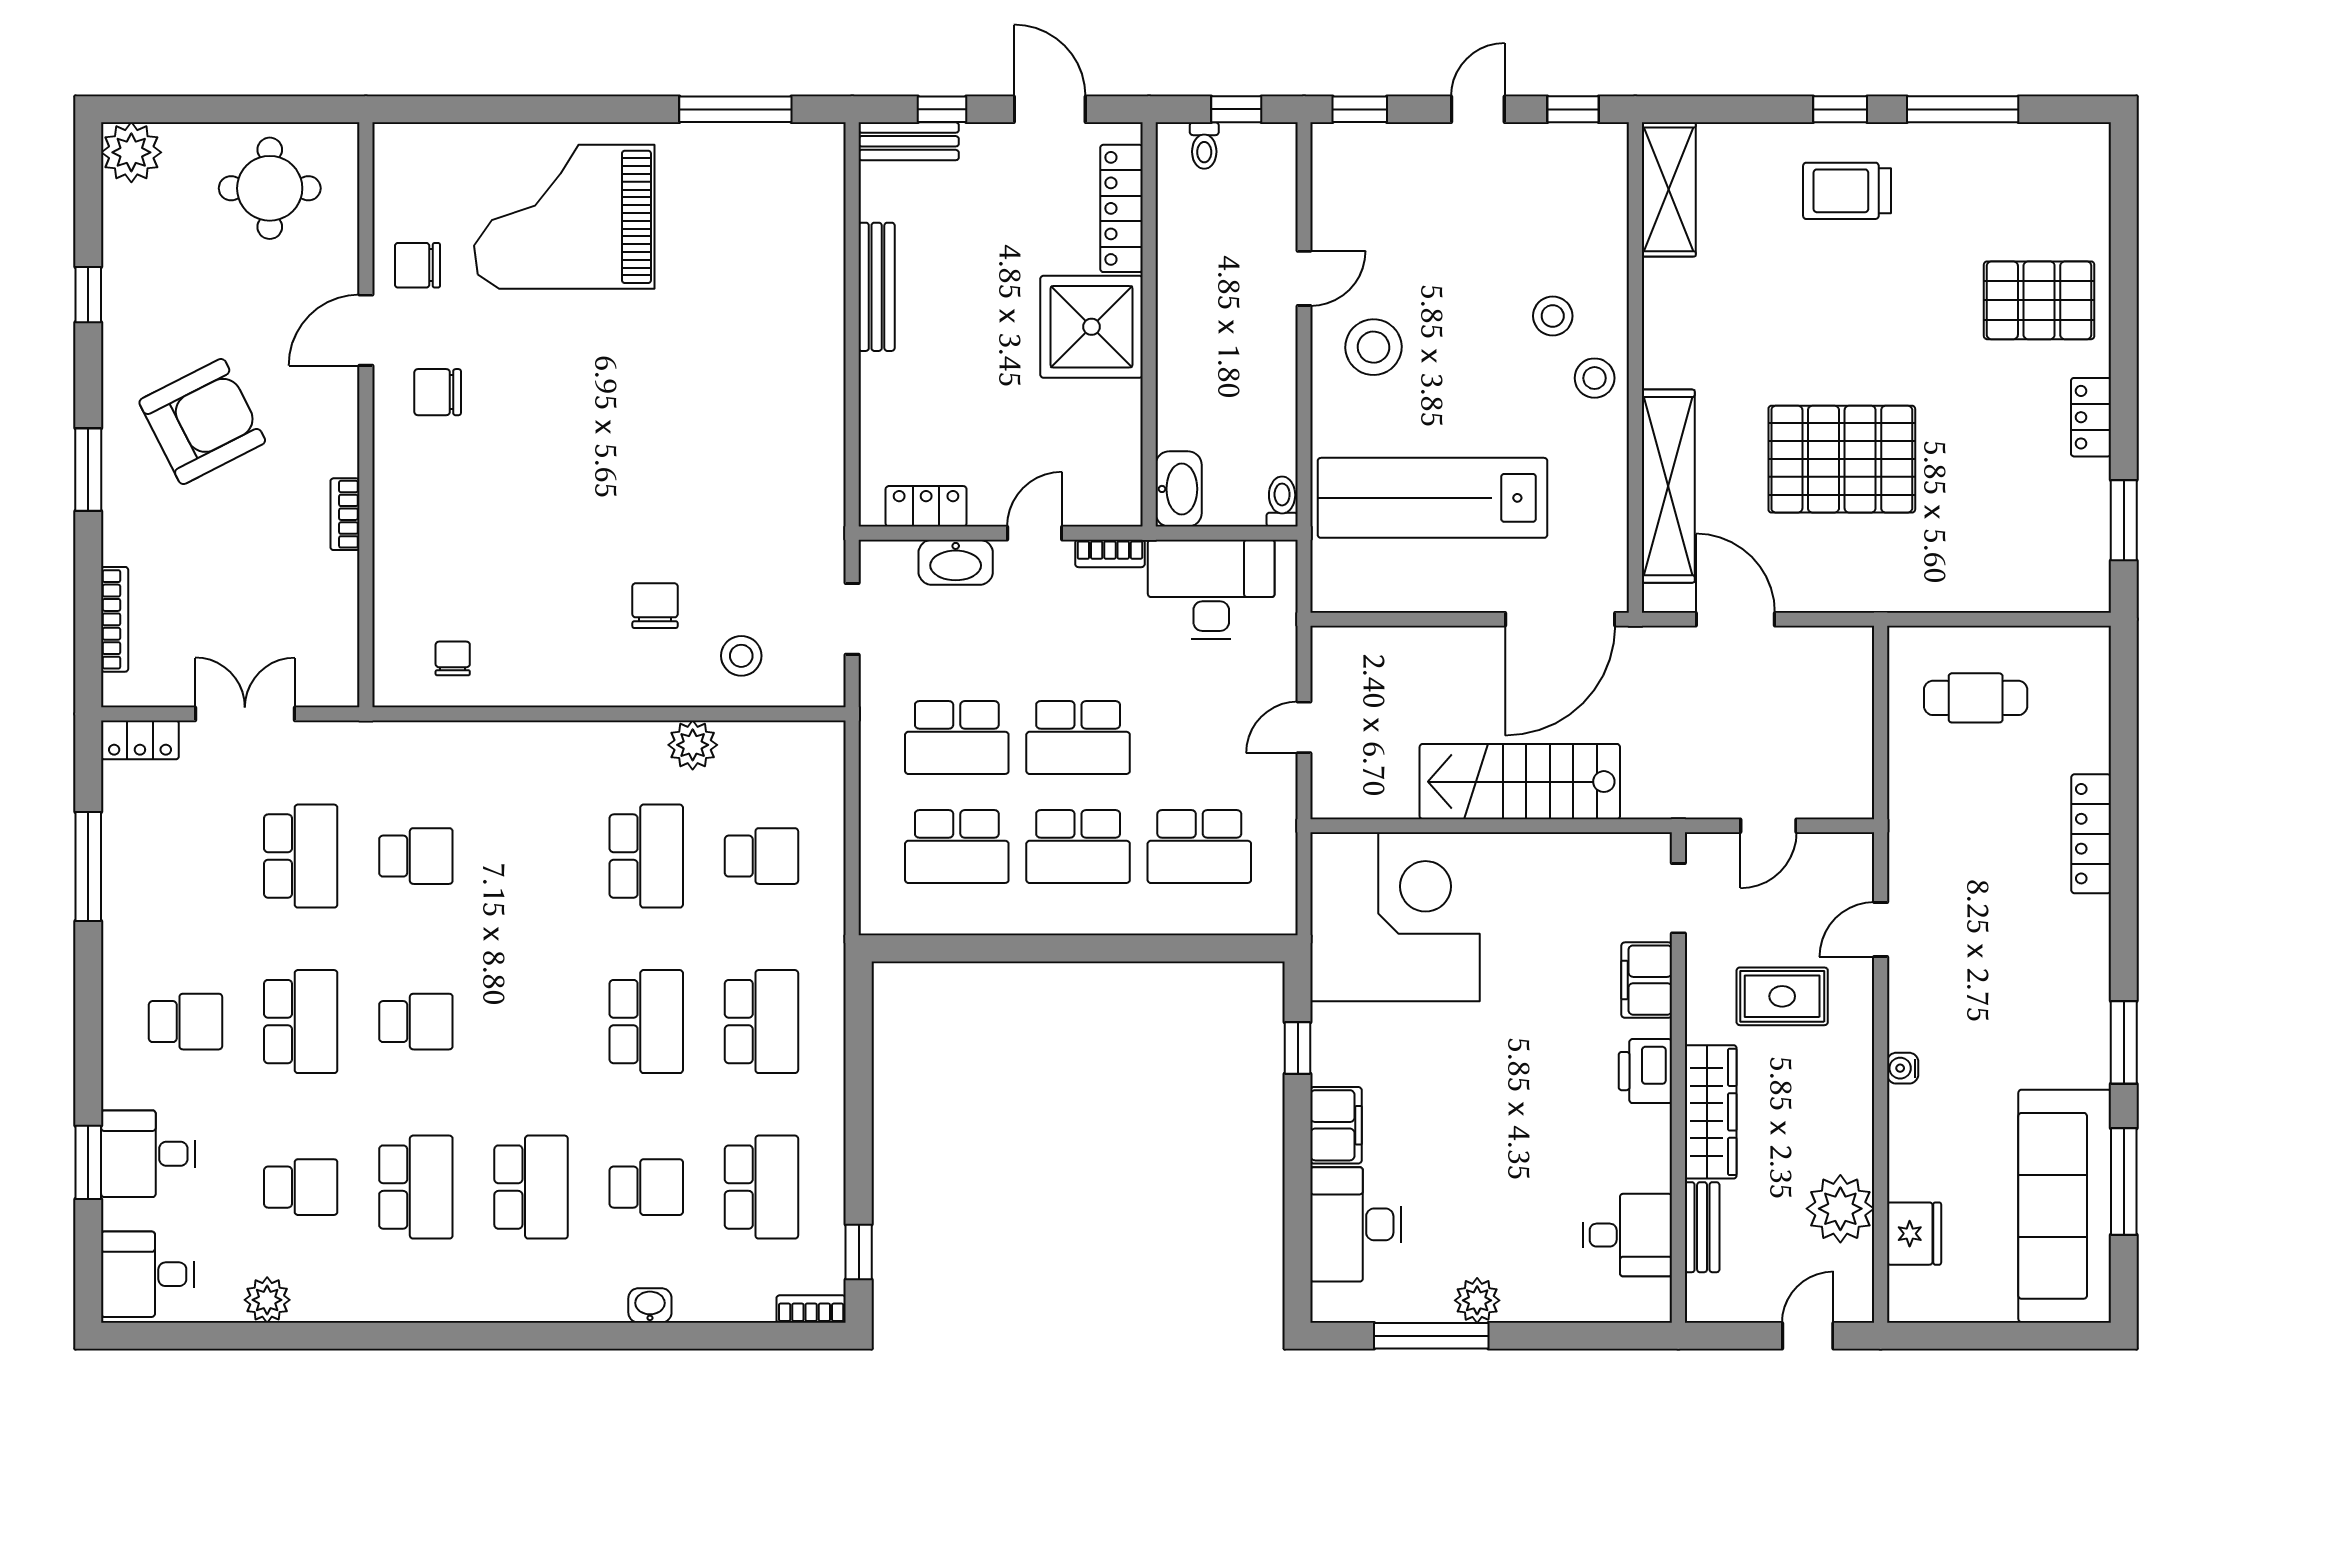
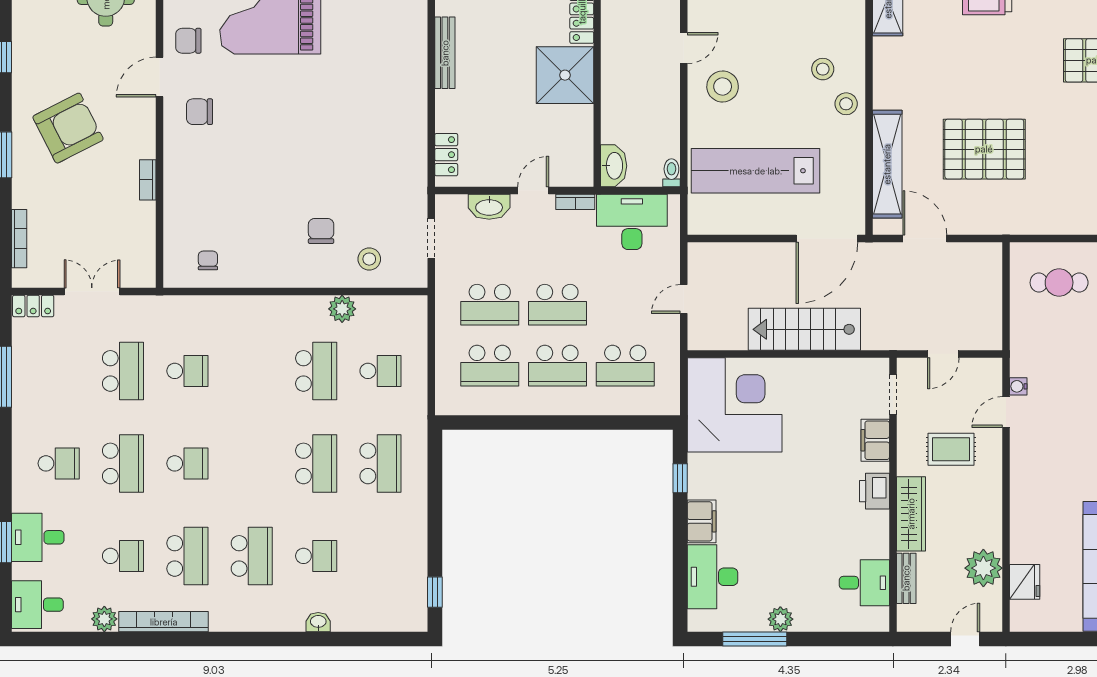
locker: (926, 506) -> (446, 155), moved, turned 90
water cooler: (1903, 1068) -> (1018, 386), moved
school desk: (761, 1187) -> (381, 556), removed
bookcase: (811, 1309) -> (164, 622), moved, width x2.31, depth x1.31

